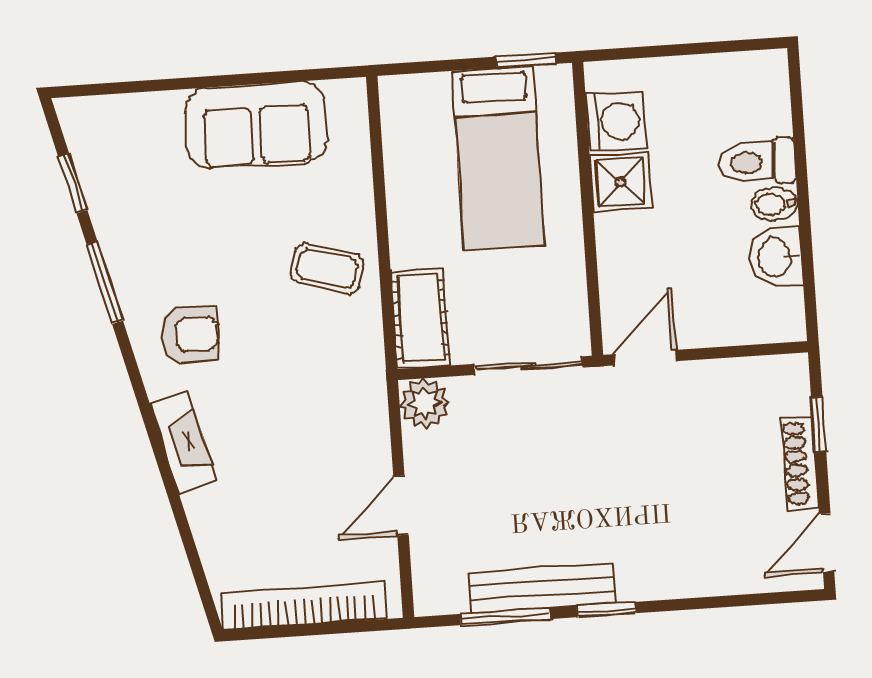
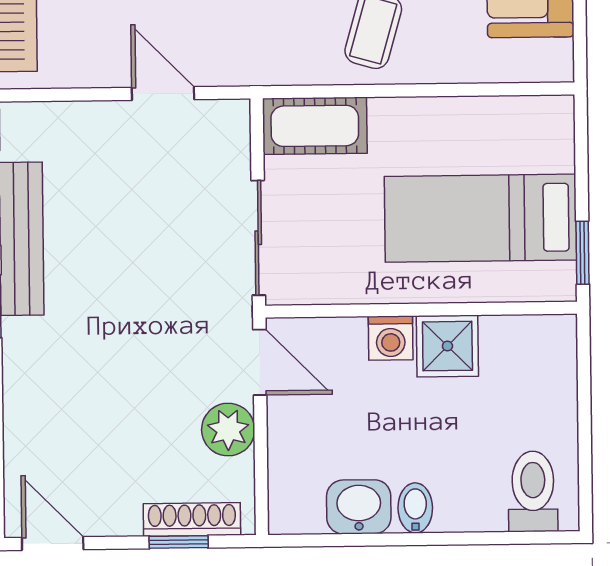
washing machine: (616, 121) -> (391, 338), moved, width x0.73, depth x0.73
toilet: (757, 162) -> (533, 491), moved
plant: (425, 403) -> (228, 430), moved
shoe rack: (800, 463) -> (192, 519), moved
door: (401, 505) -> (163, 94), moved

